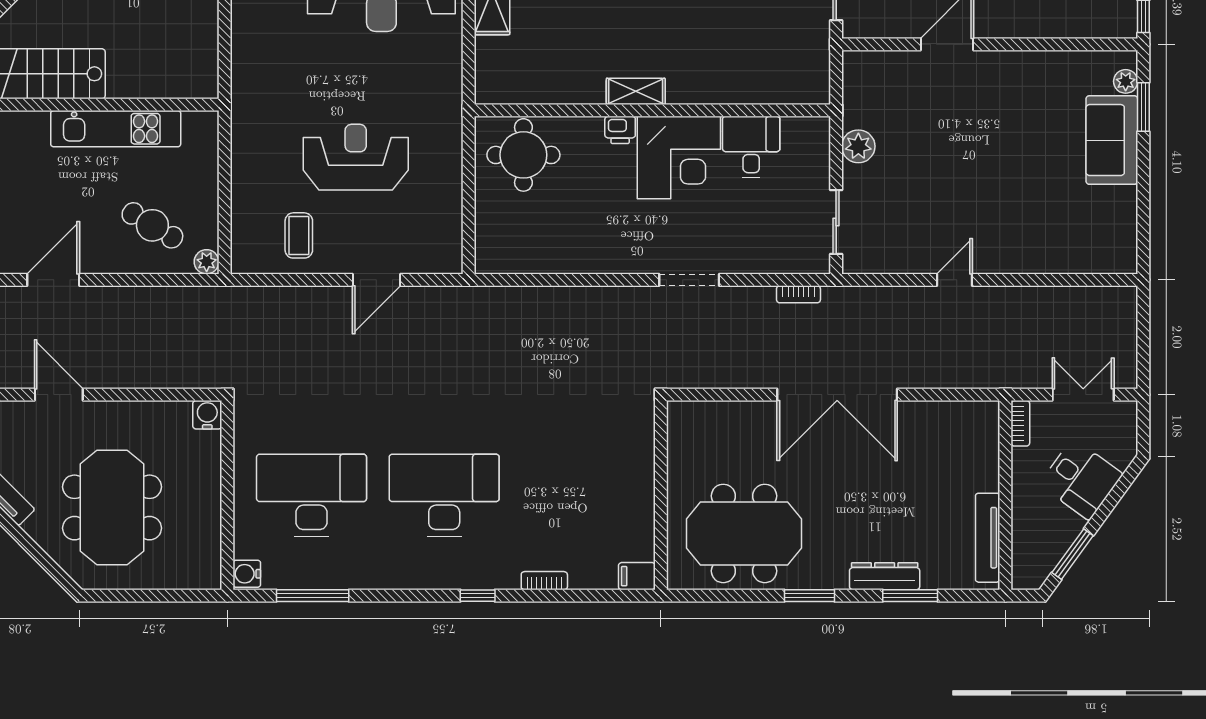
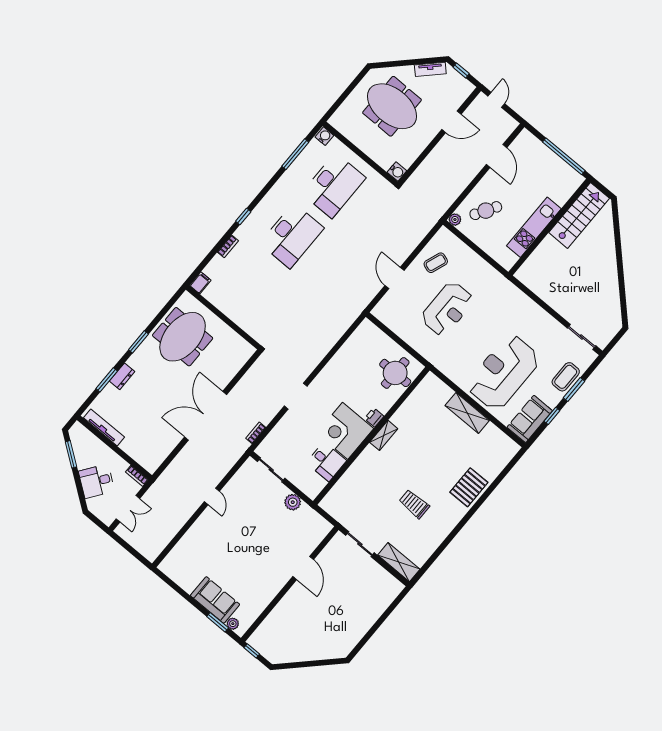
coffee table: (299, 235) -> (436, 263), turned -70
dresser: (885, 576) -> (122, 376), width x0.70

